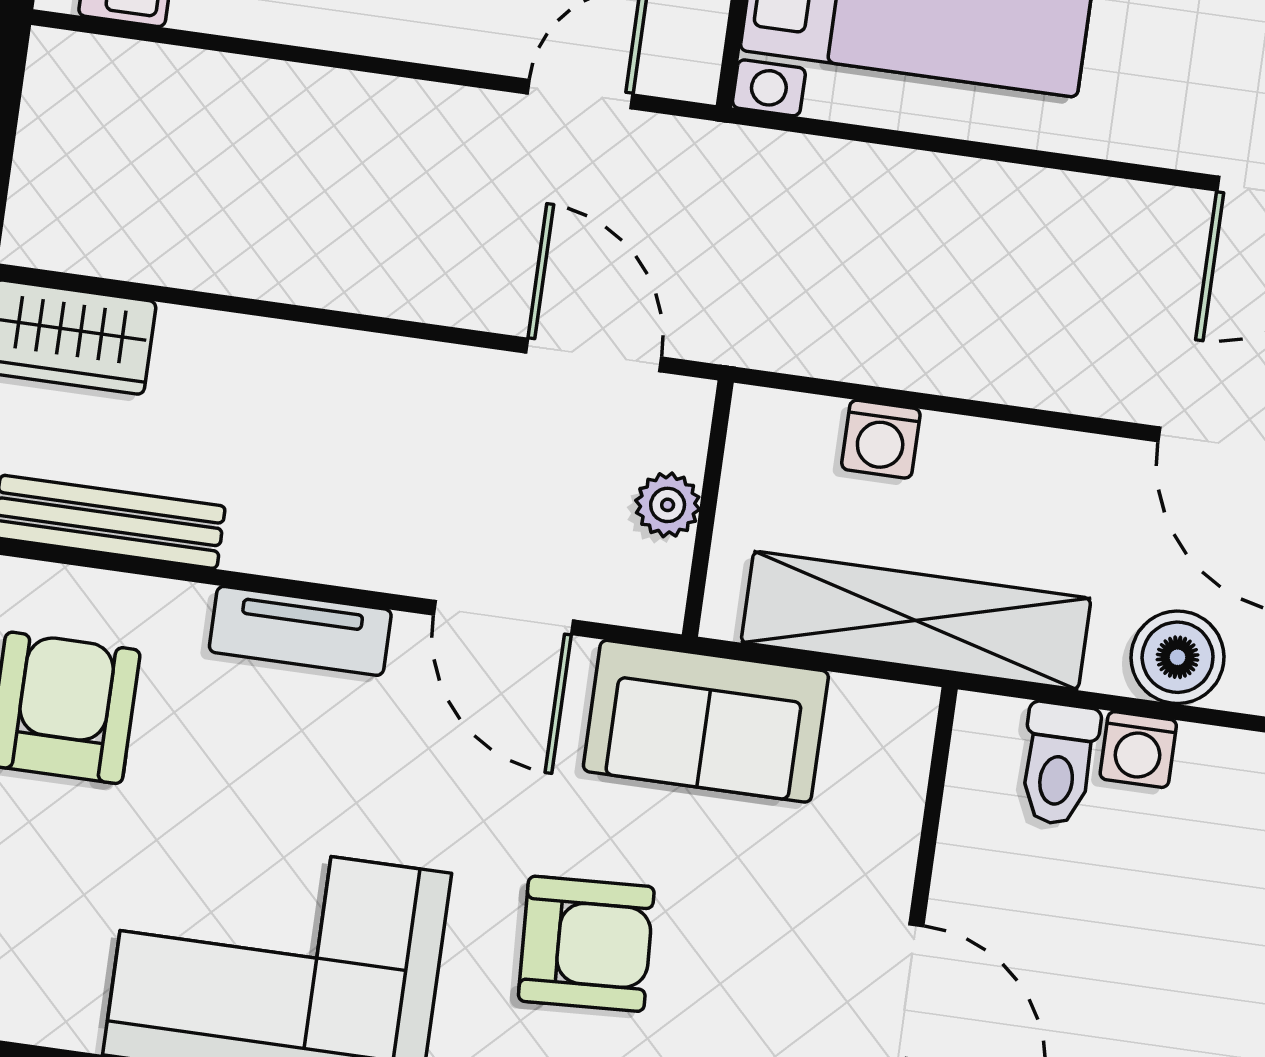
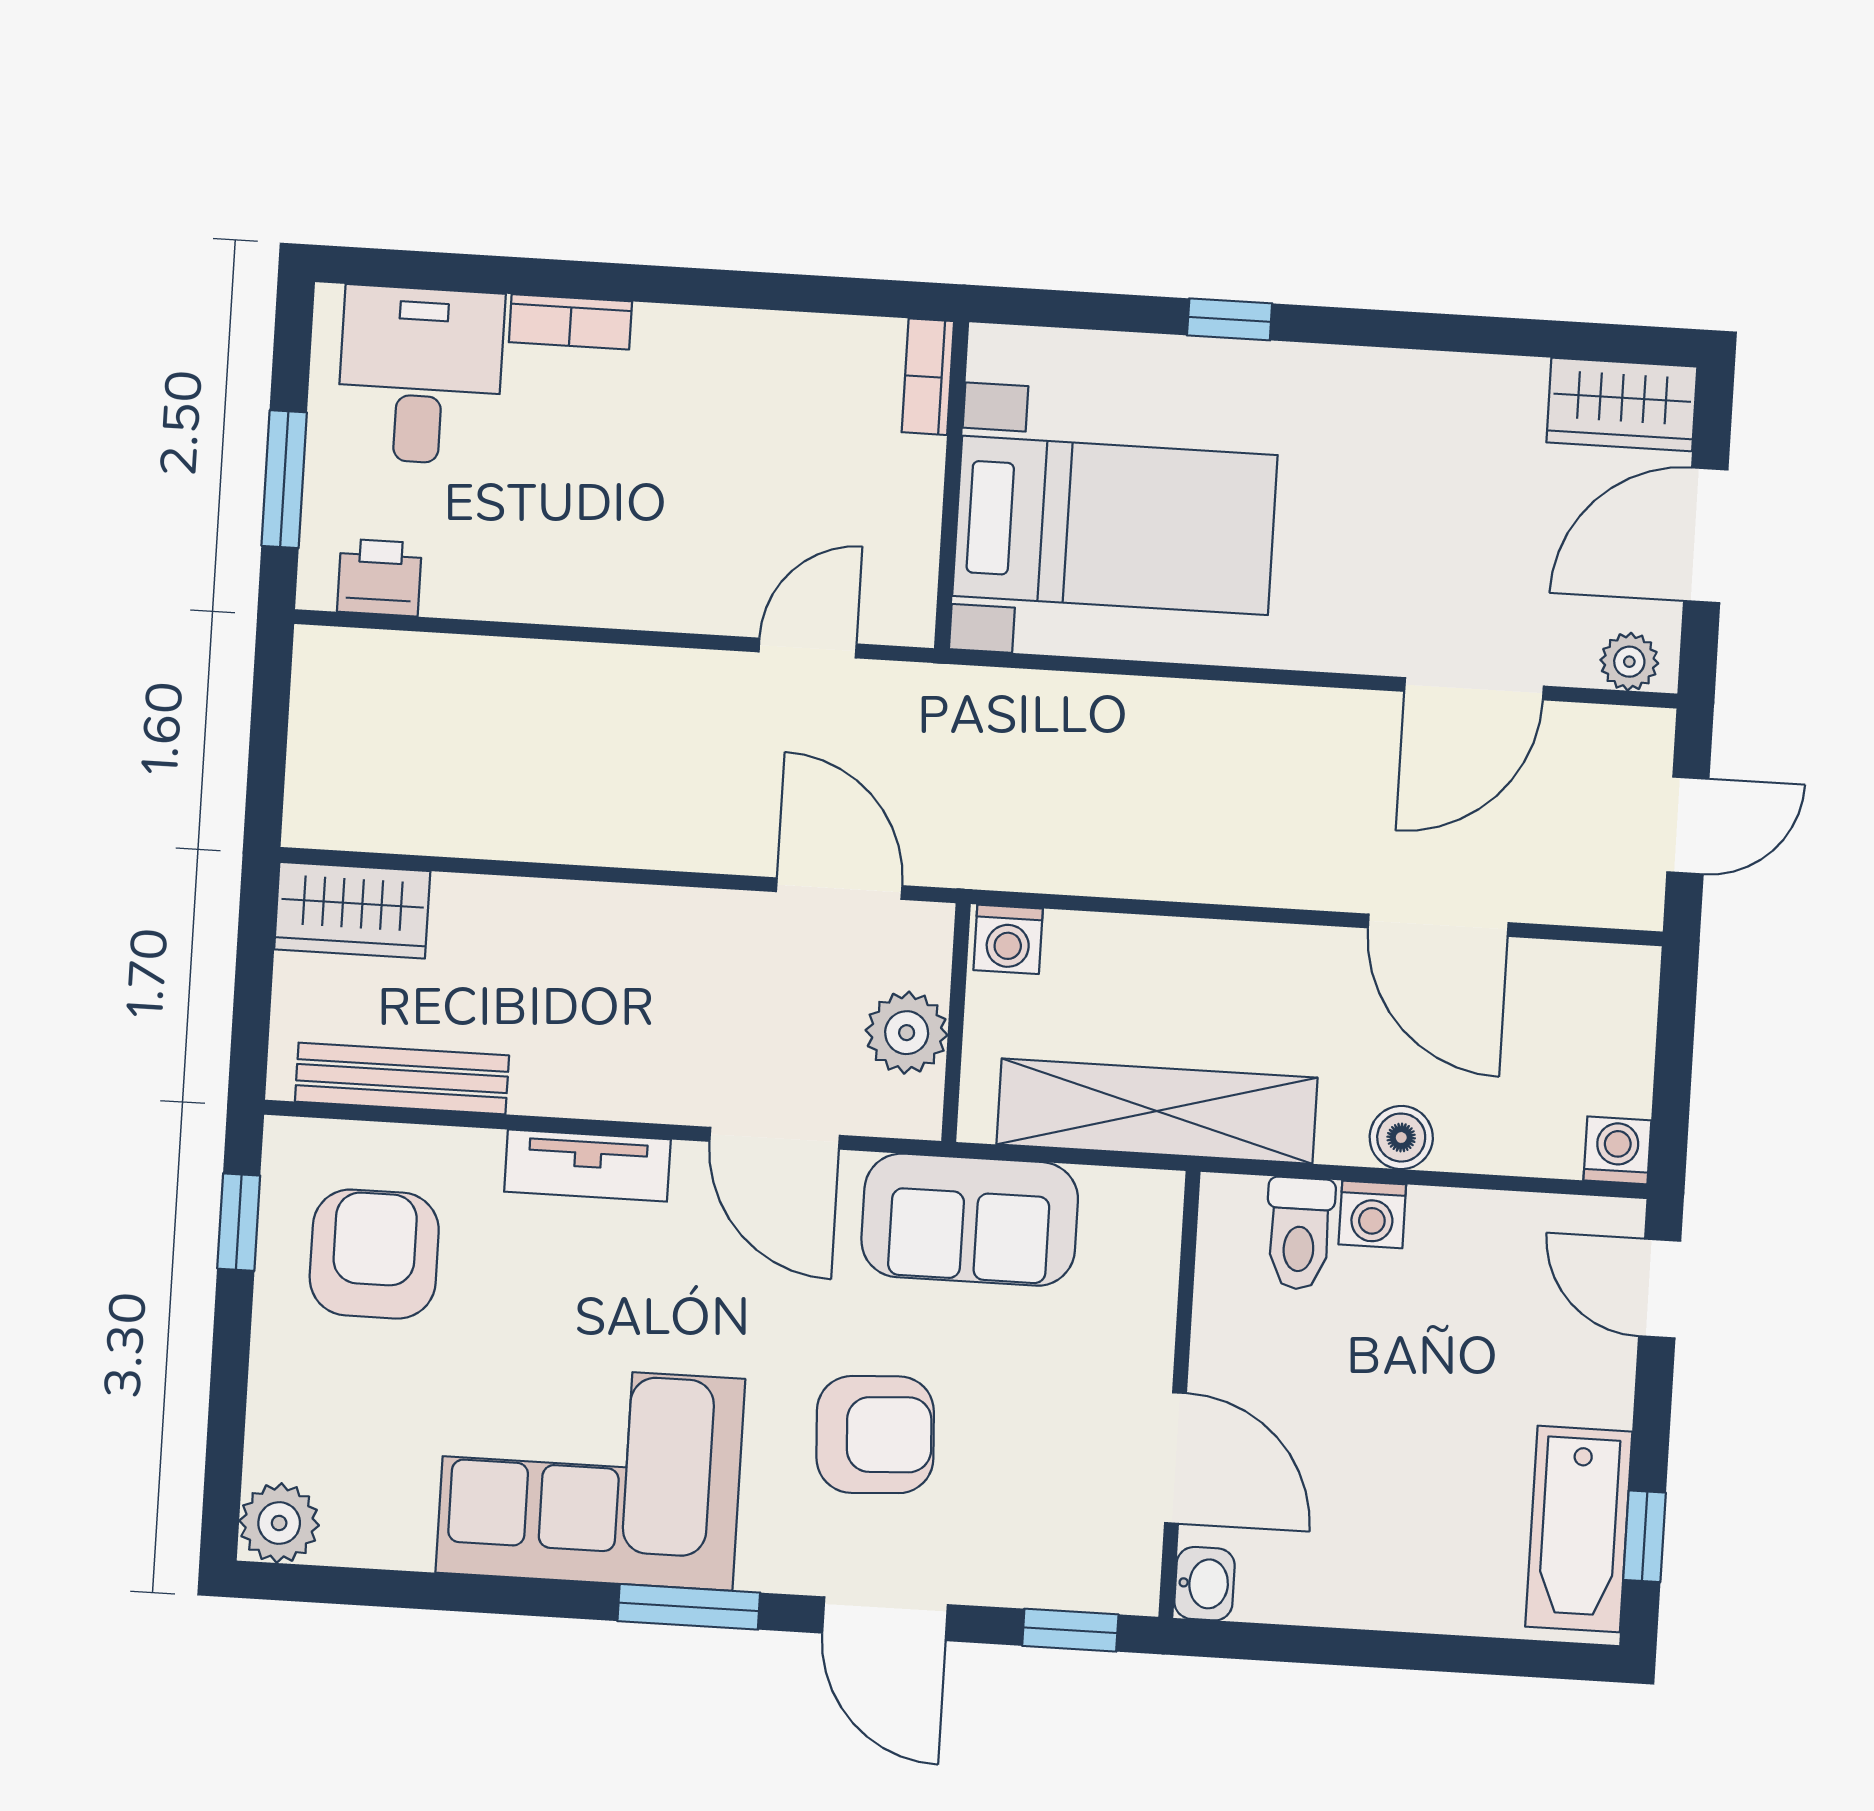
washing machine: (881, 439) -> (1008, 939), moved
plant: (668, 505) -> (907, 1033), width x1.38, depth x1.38
boiler: (1178, 657) -> (1401, 1138), width x0.73, depth x0.73

